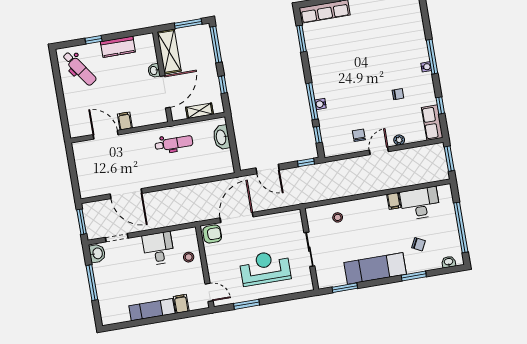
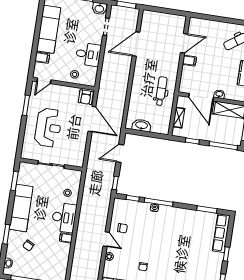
washbasin: (221, 137) -> (142, 125), moved
dental chair: (174, 143) -> (161, 91), turned 180
desk: (420, 203) -> (64, 218), moved
exam couch: (152, 310) -> (49, 29), width x1.36, depth x1.45

